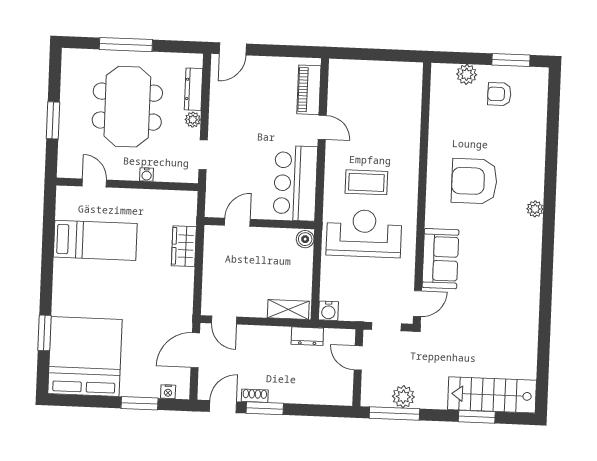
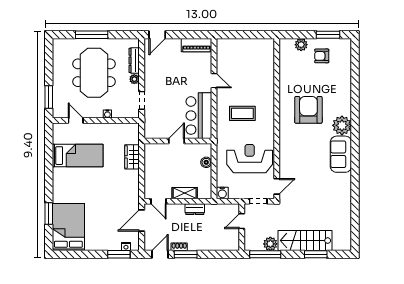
piano: (309, 90) -> (197, 45), moved, turned -90
window: (53, 120) -> (49, 97), moved
armchair: (474, 181) -> (308, 110), turned 90
plant: (535, 209) -> (342, 125), width x1.87, depth x1.87
door: (237, 222) -> (177, 141), moved
reception desk: (364, 233) -> (250, 159), moved
boiler: (305, 239) -> (206, 162), moved
sofa: (440, 259) -> (341, 154), moved, turned 180
shelving: (288, 309) -> (185, 193), moved
dresser: (307, 336) -> (195, 209), moved
bed: (85, 357) -> (68, 227), width x0.73
door: (358, 358) -> (242, 221), hinge flipped
stairs: (492, 395) -> (305, 241), moved
window: (139, 403) -> (119, 254), moved

